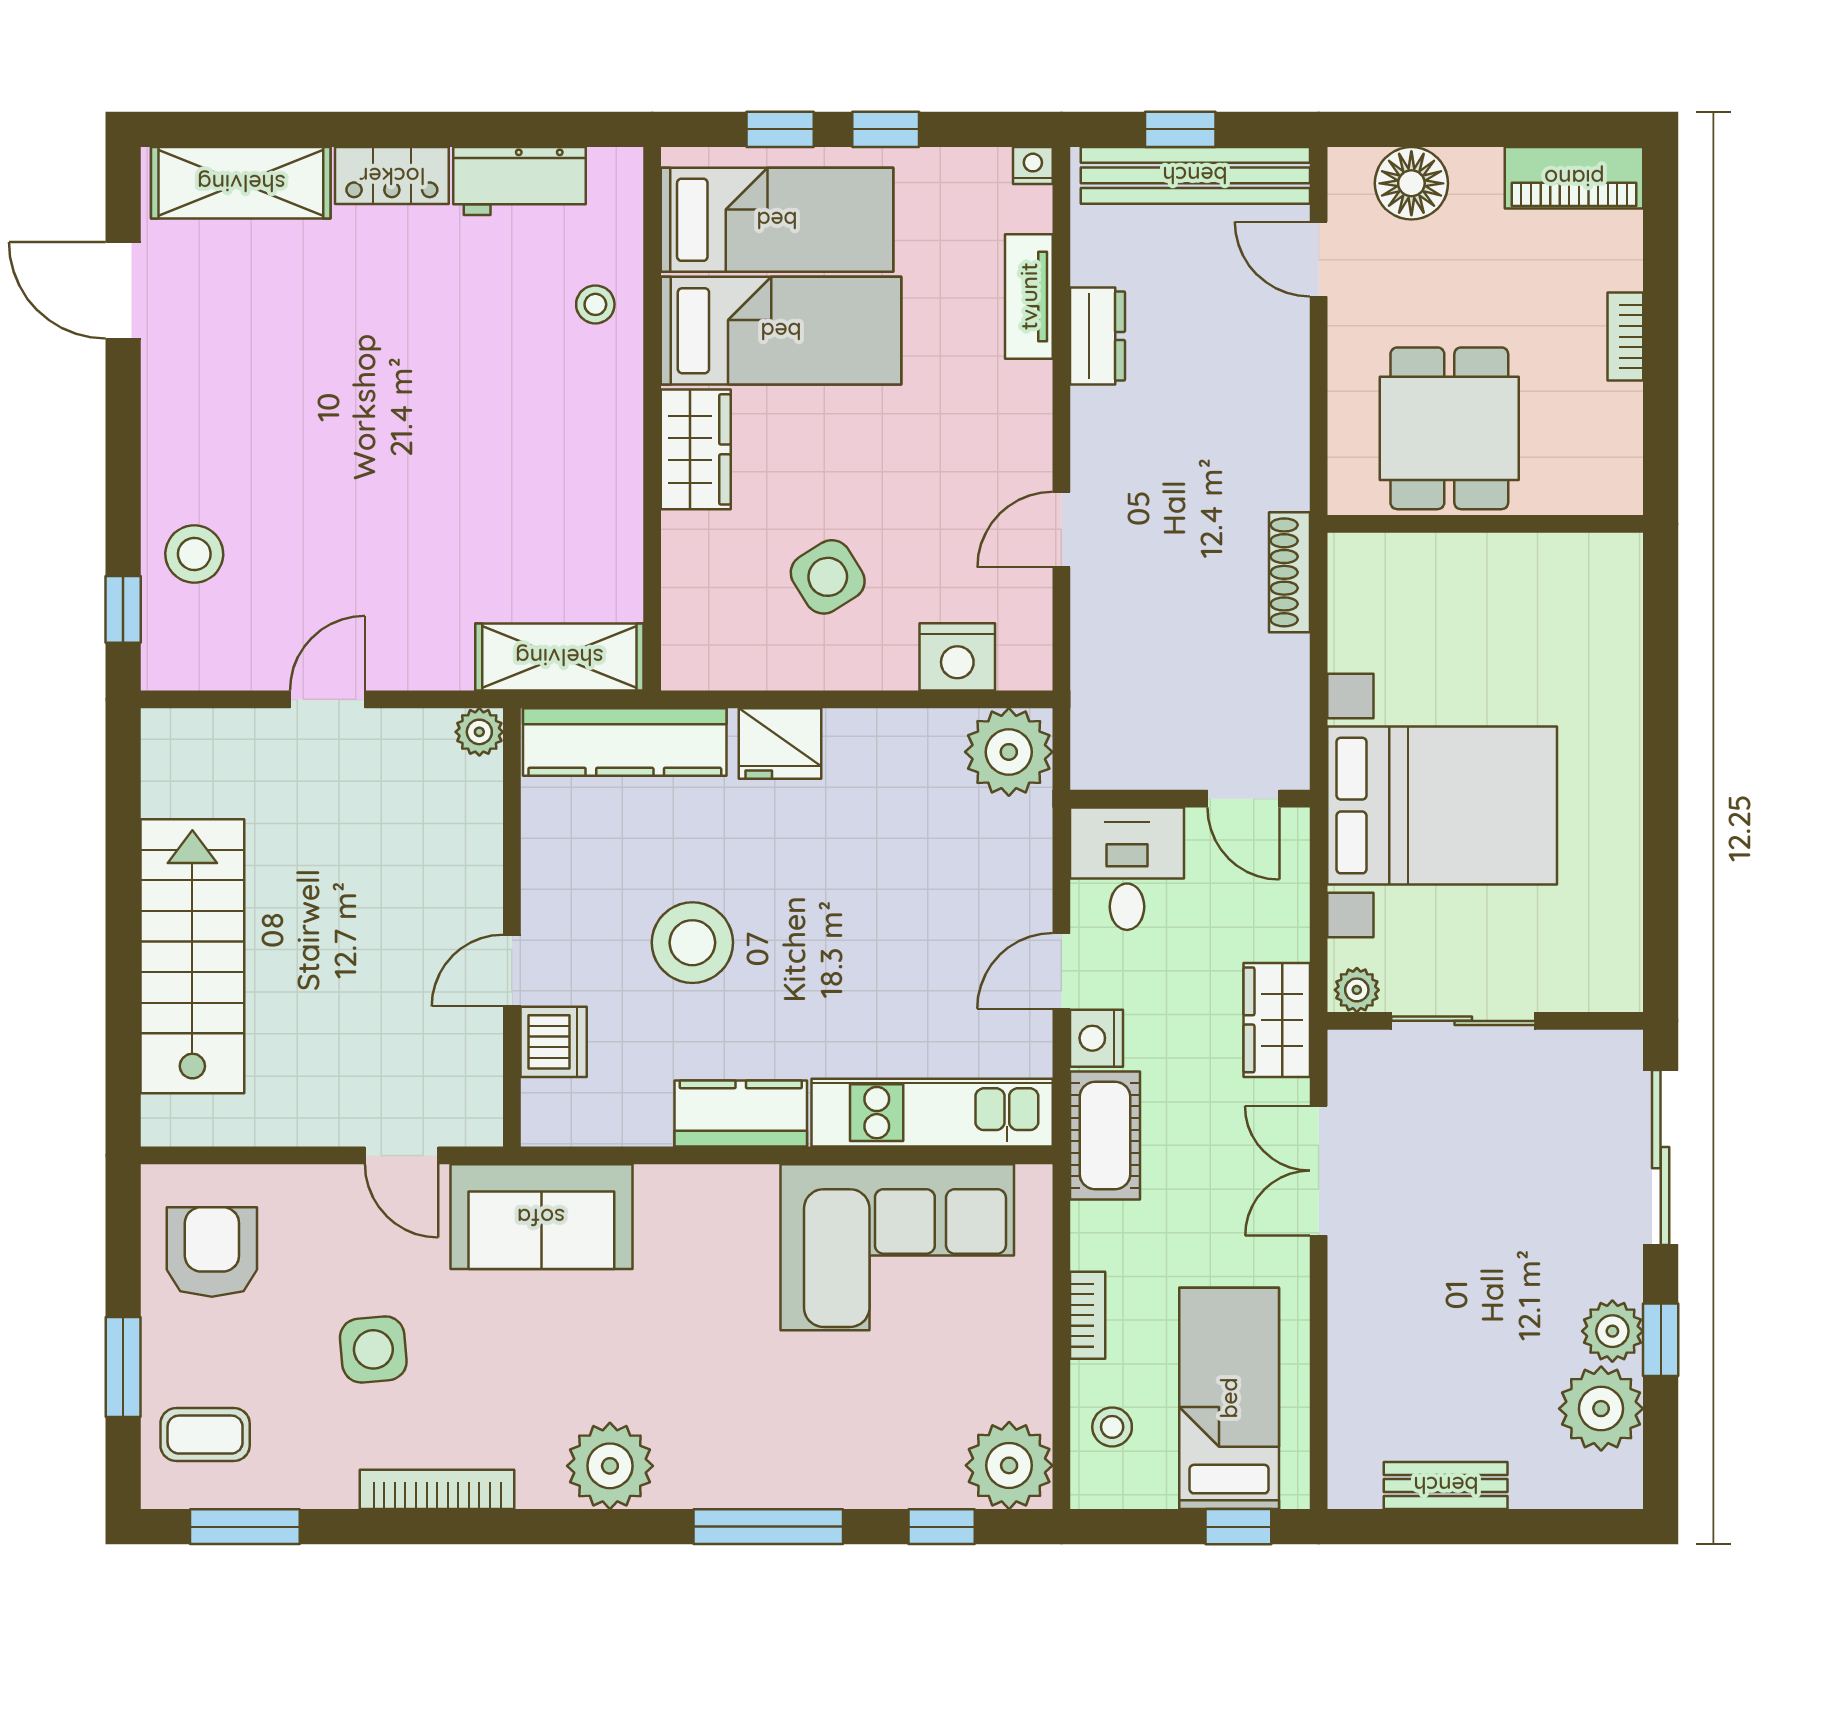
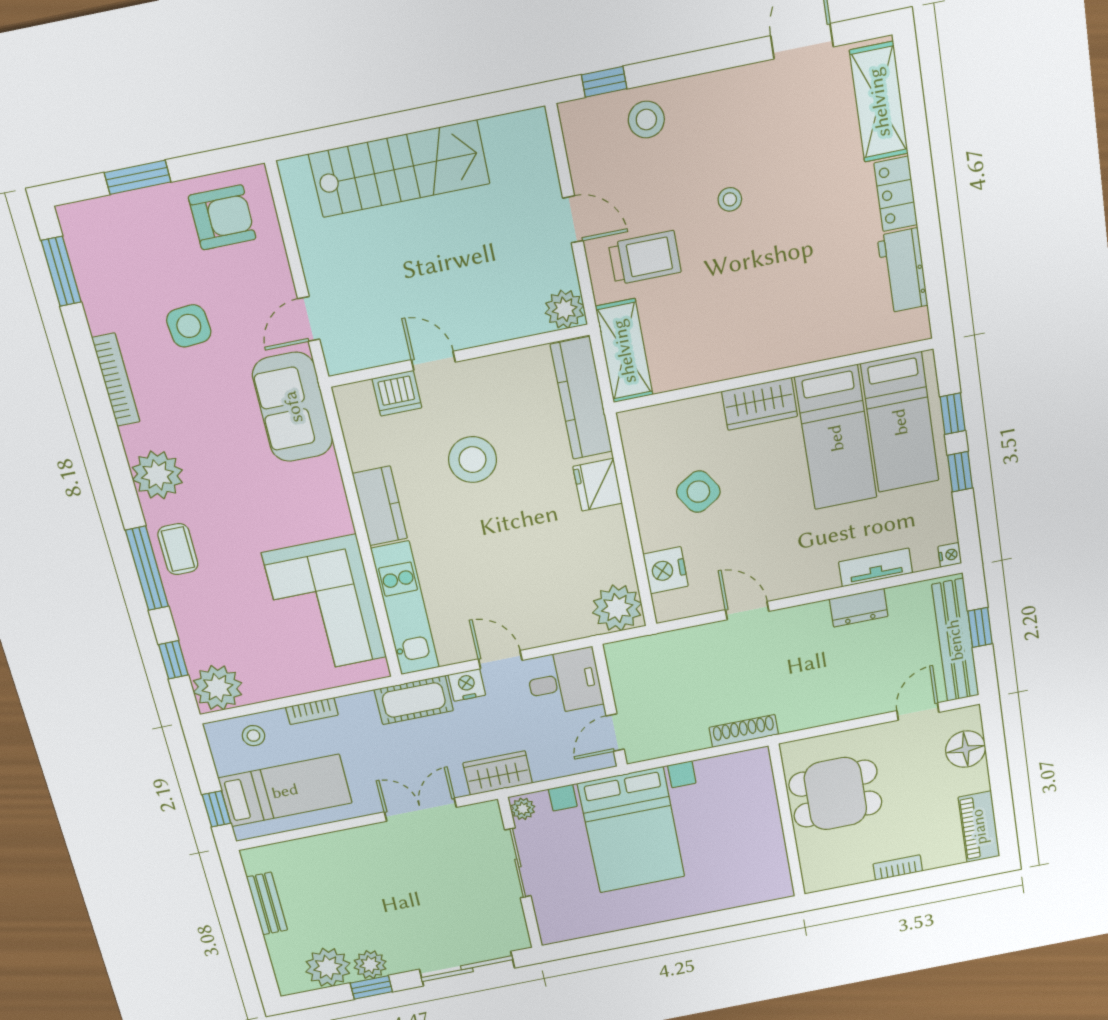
stool: (595, 304) -> (730, 199), moved
trolley: (413, 596) -> (645, 258), added
plant: (479, 732) -> (565, 309), width x1.38, depth x1.38
coffee table: (205, 1435) -> (178, 549), moved

